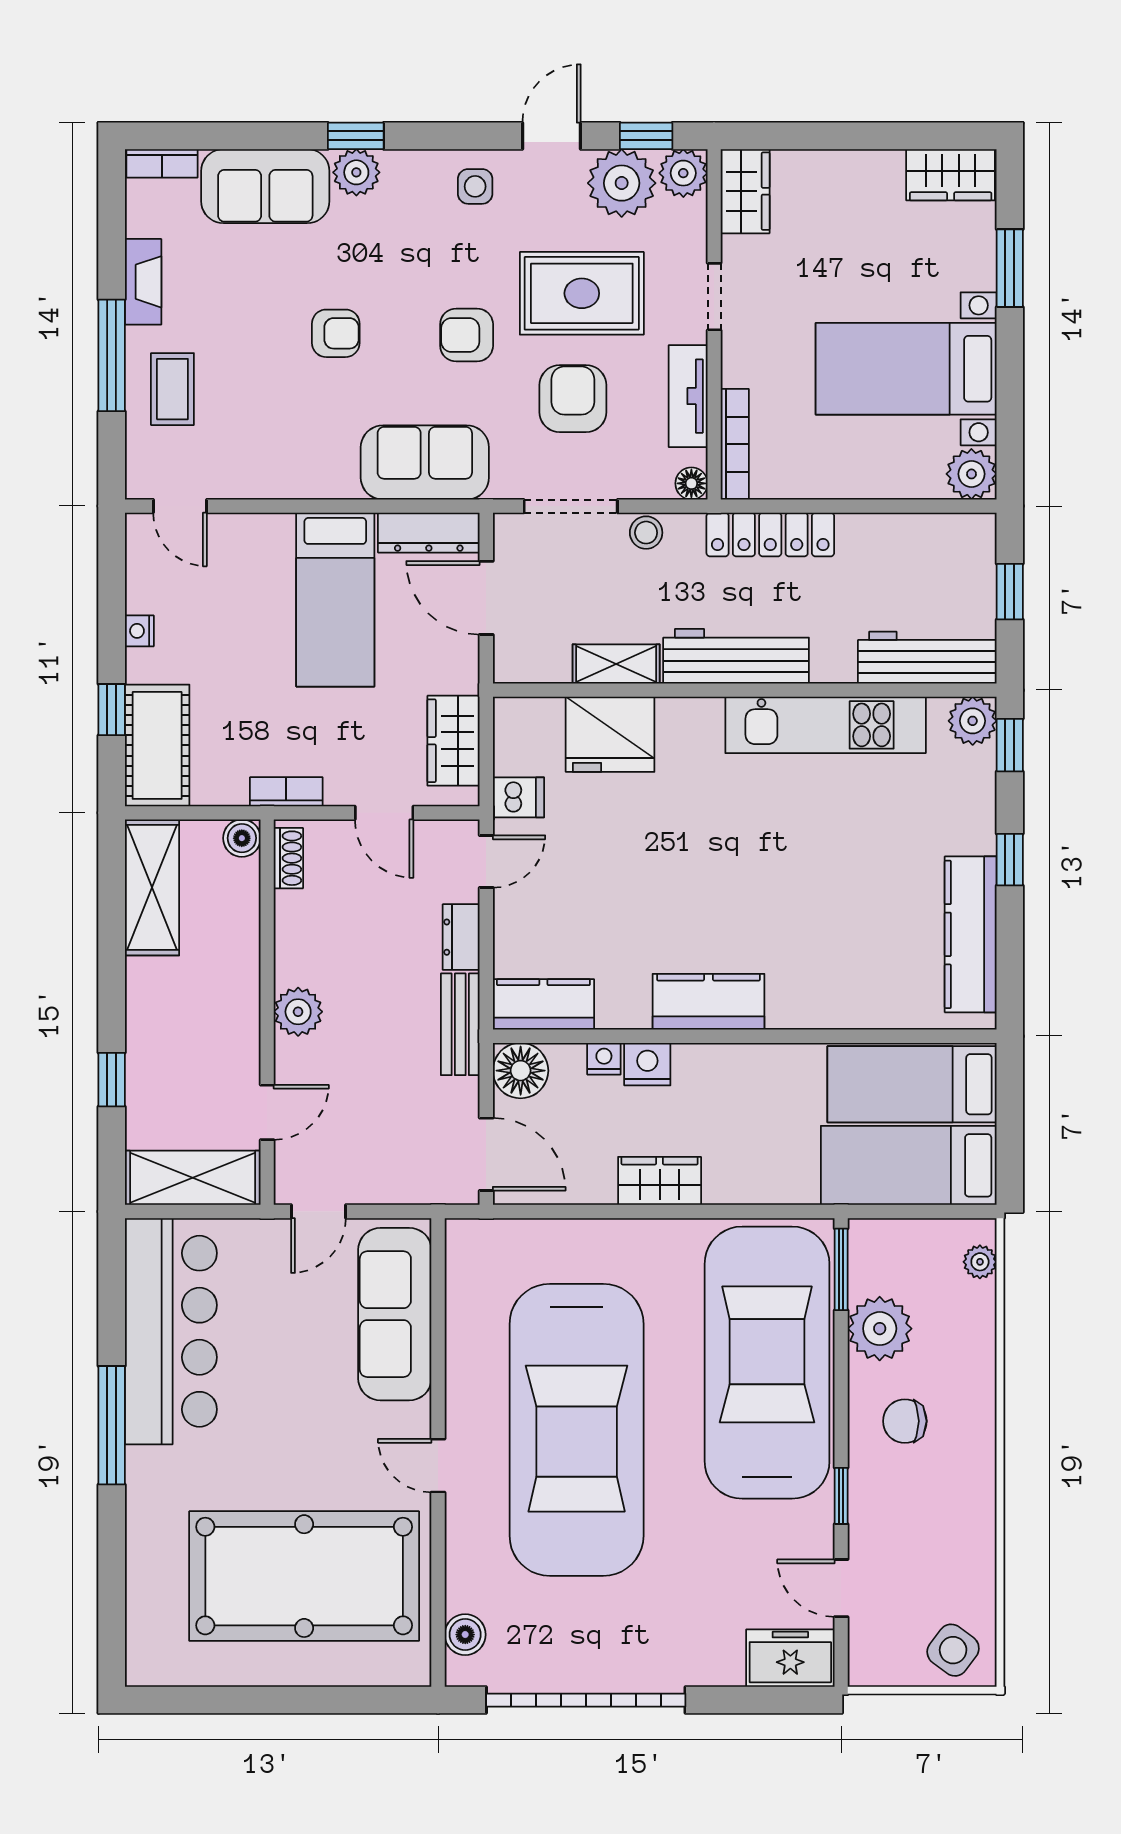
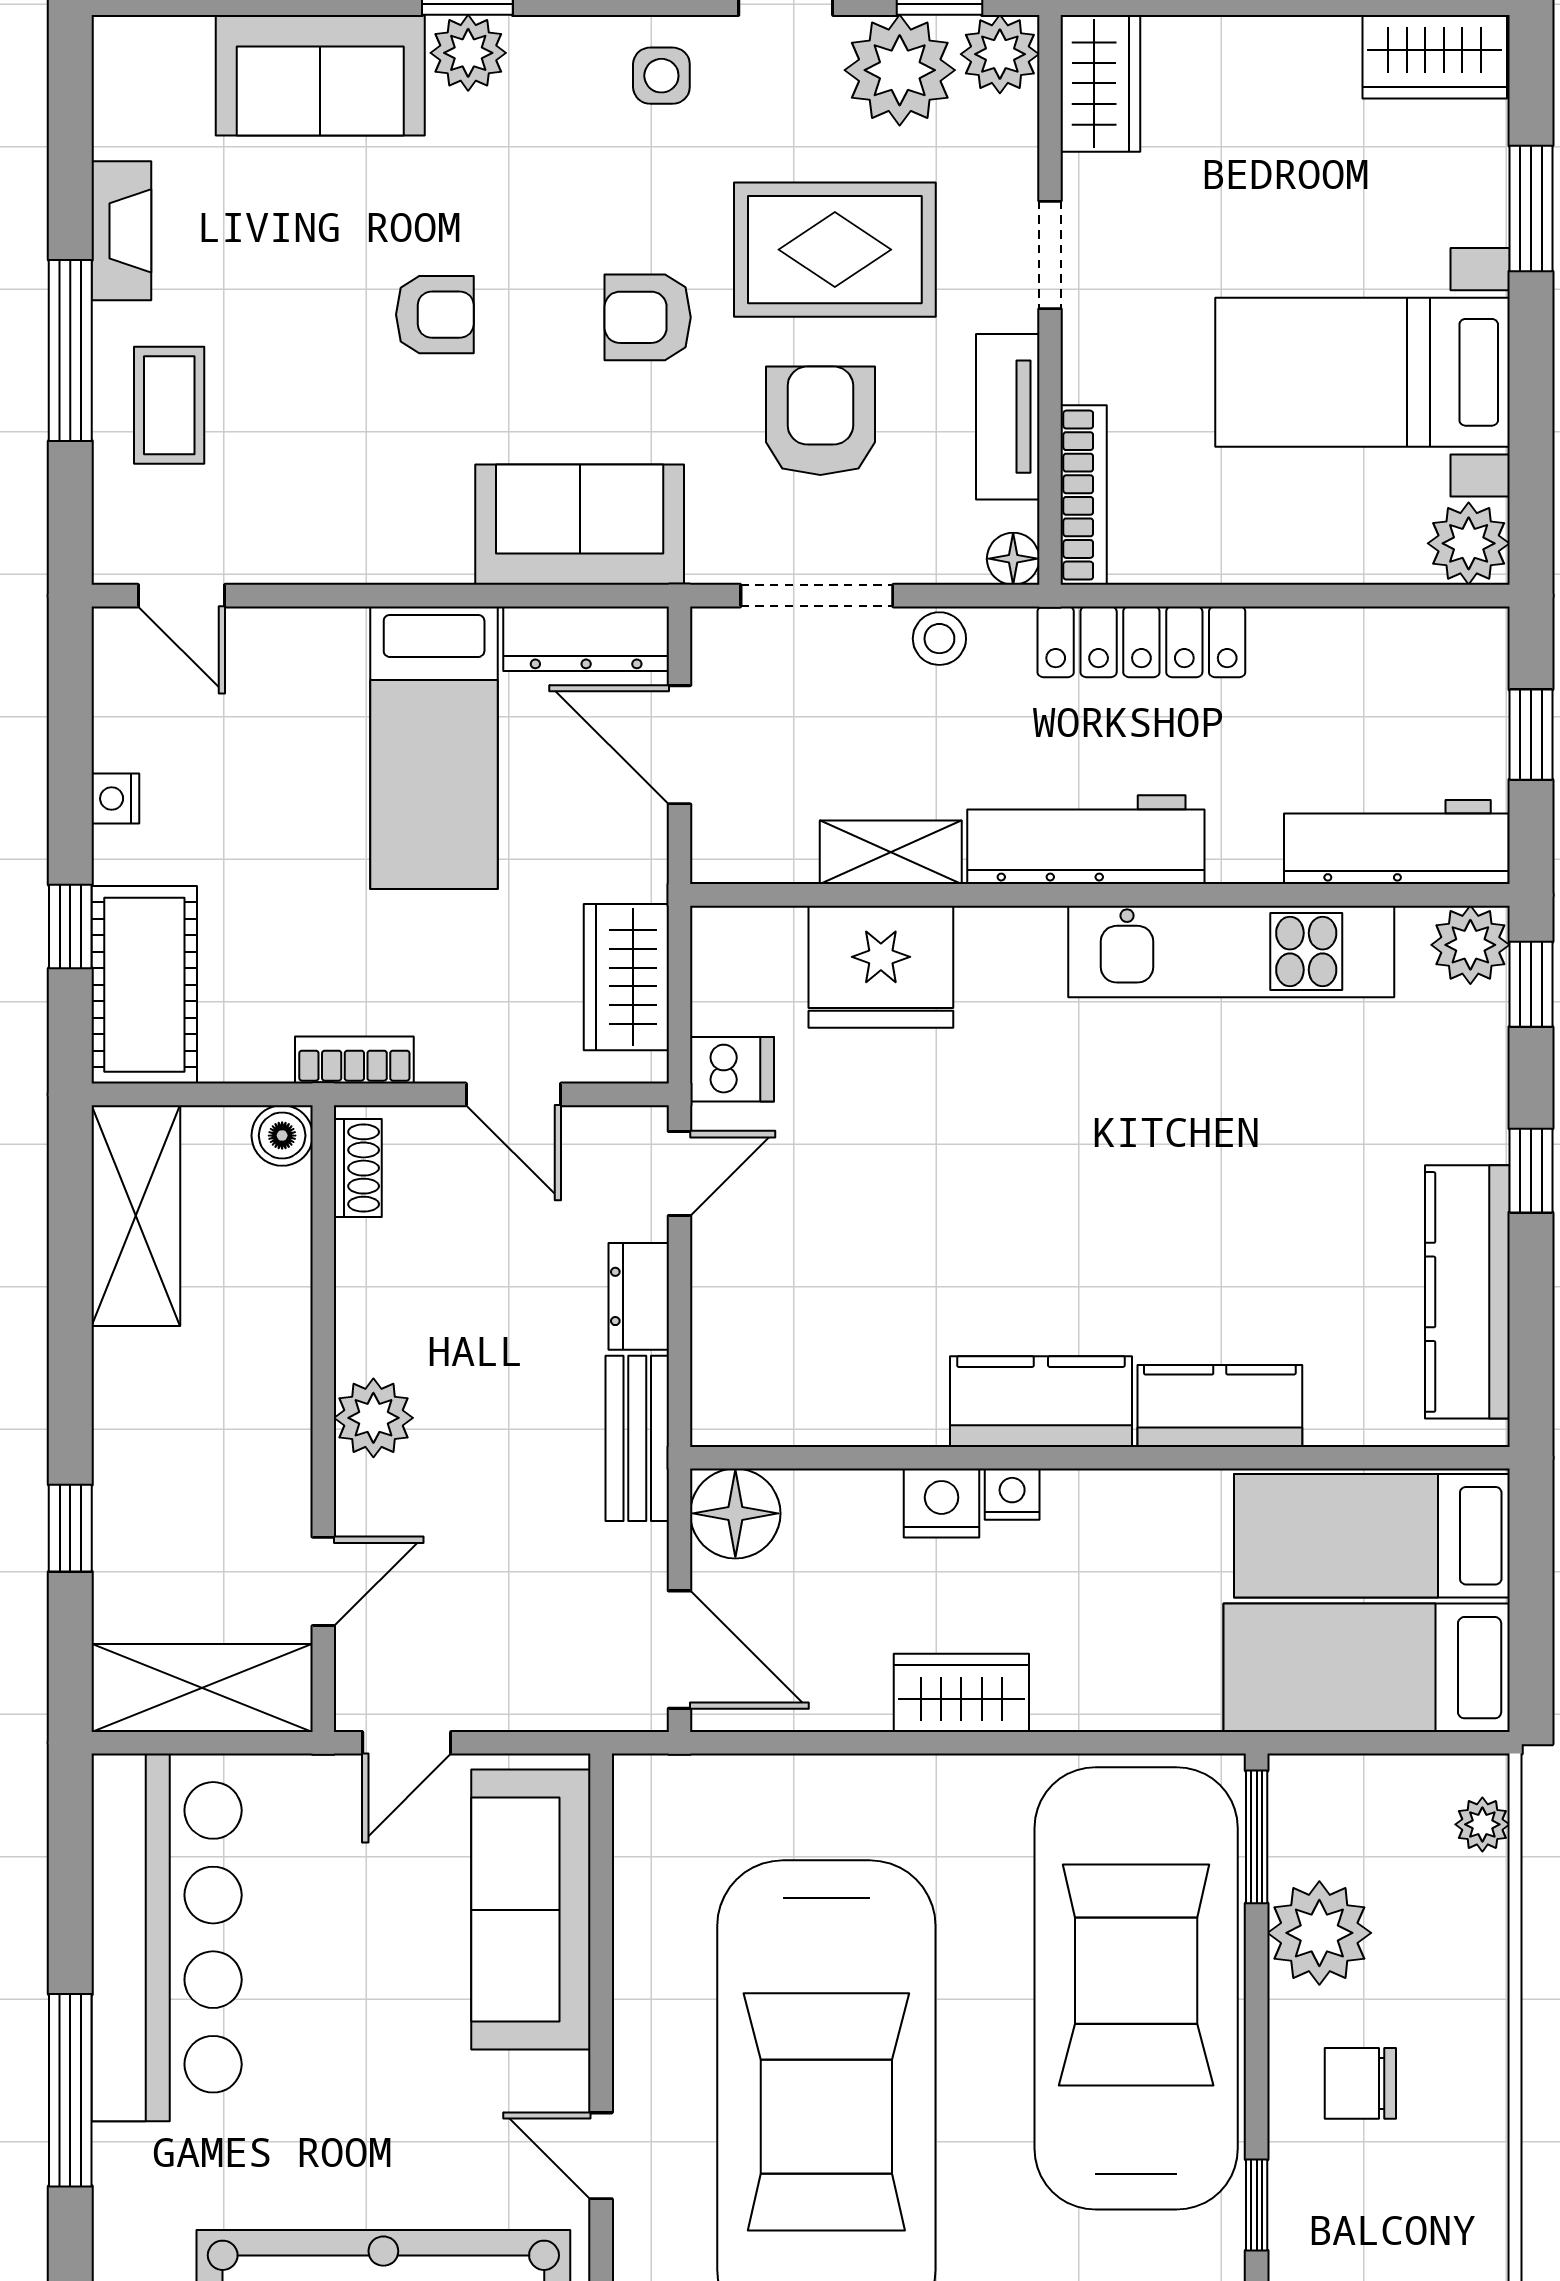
bookcase: (162, 163) -> (152, 38), removed
kitchen counter: (543, 1004) -> (1220, 1406), moved
nightstand: (604, 1059) -> (1012, 1494), moved

